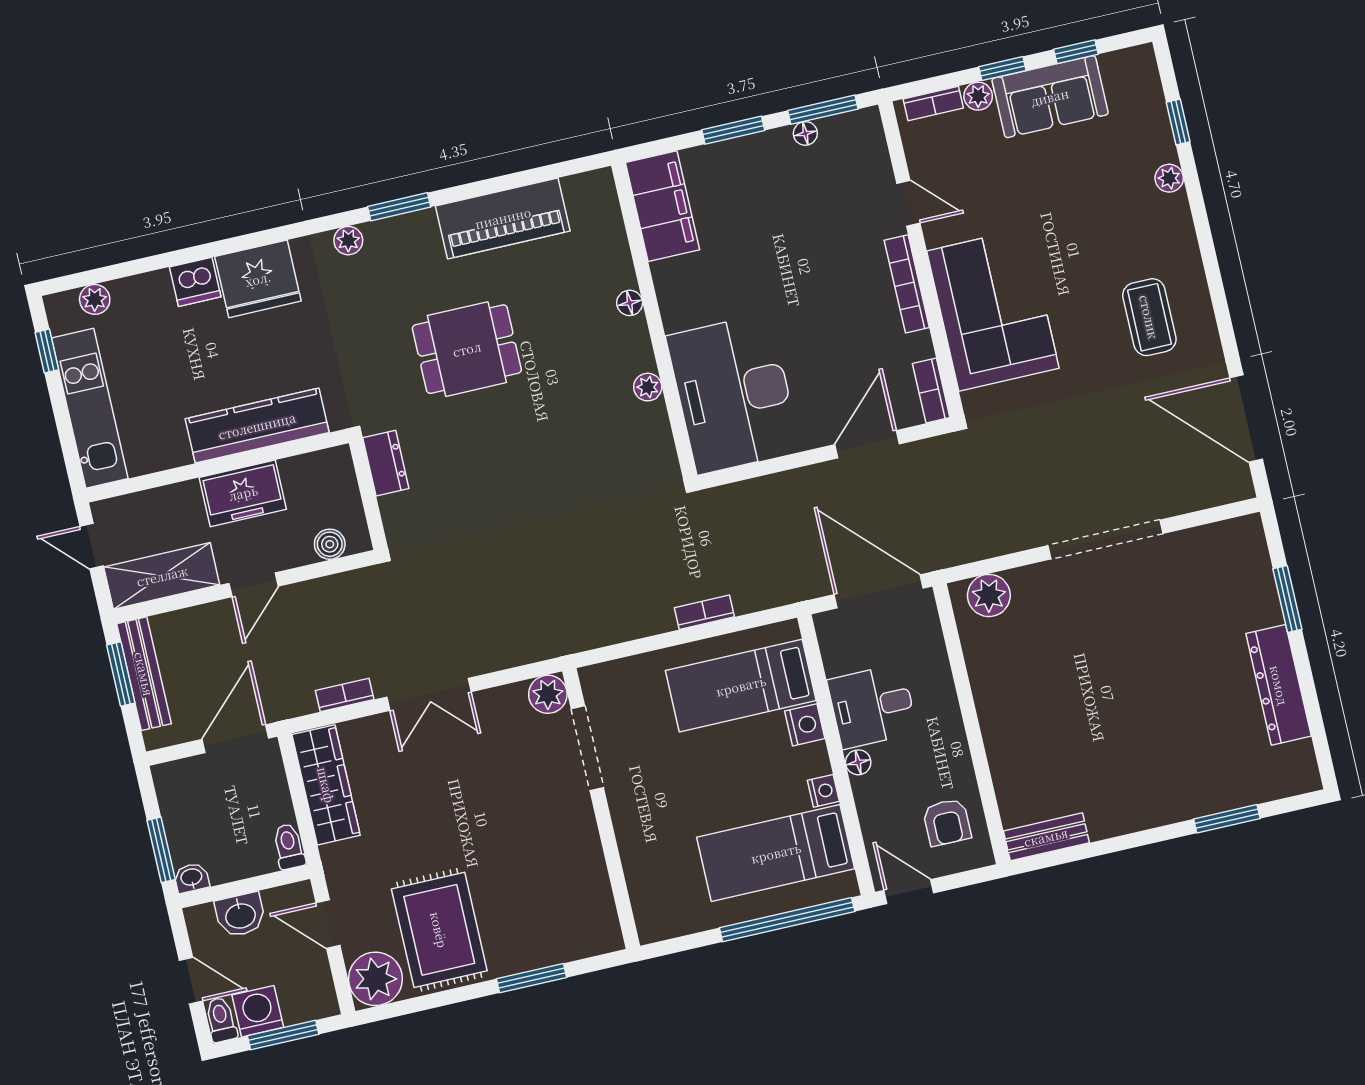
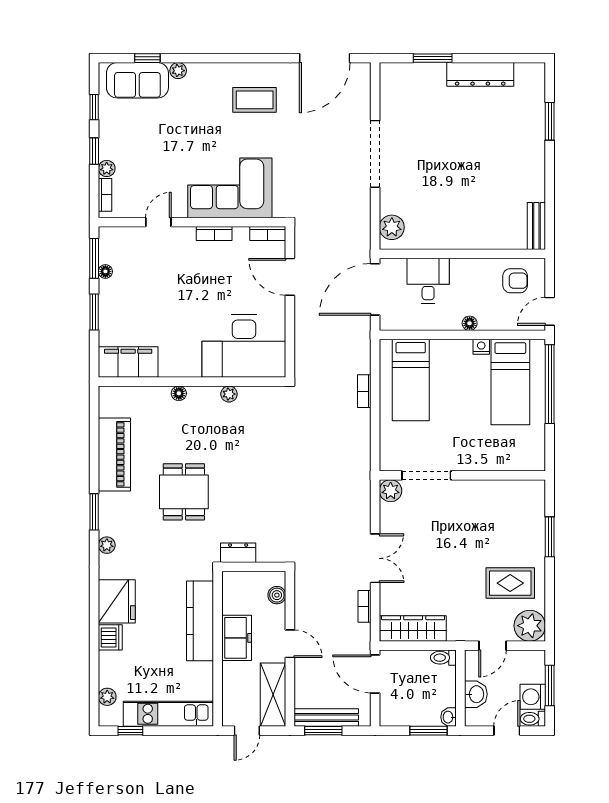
sofa: (1050, 97) -> (137, 80), moved, turned 90
bookcase: (907, 284) -> (214, 233), width x0.64
desk: (872, 706) -> (428, 281), moved, turned 180
nightstand: (805, 725) -> (441, 349), removed
rug: (439, 930) -> (510, 583), width x0.73, depth x0.70

